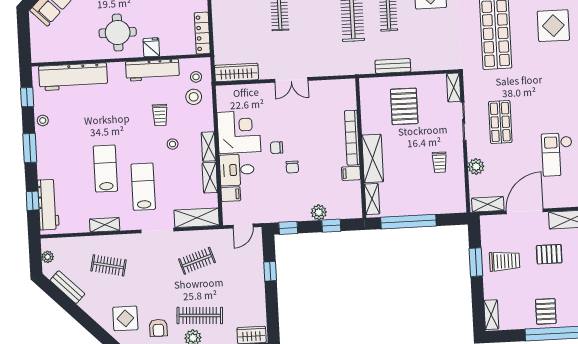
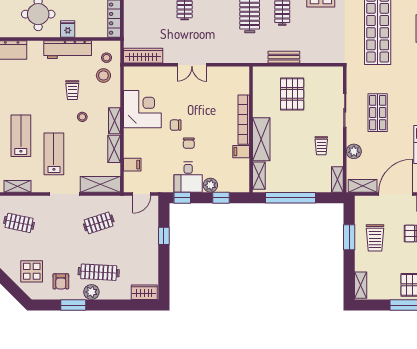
shelving: (454, 87) -> (337, 179), moved
desk: (237, 170) -> (188, 177), moved, turned -90
trolley: (505, 261) -> (375, 238), turned 90

